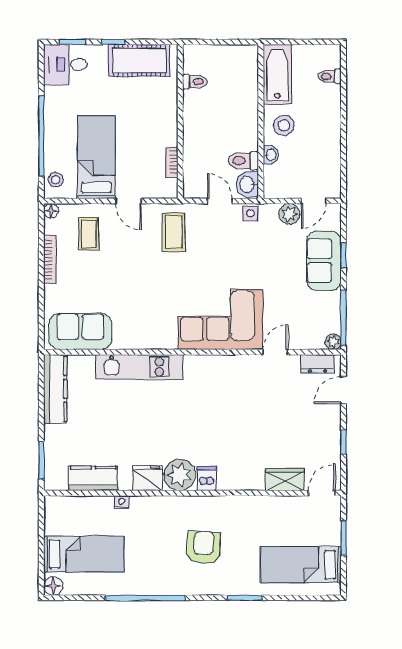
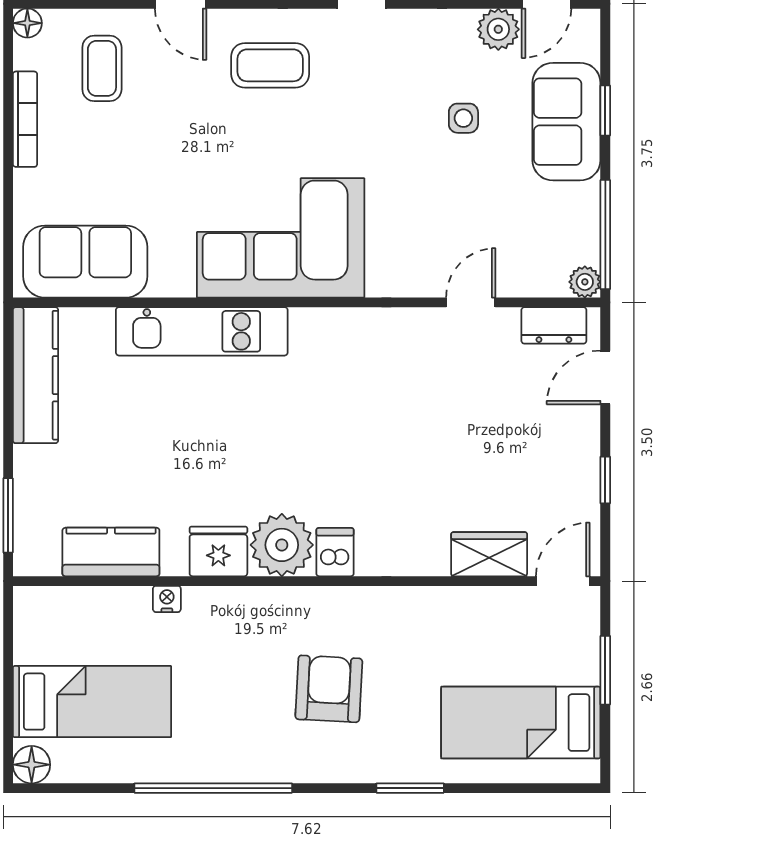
side table: (250, 213) -> (463, 118), moved
coffee table: (174, 232) -> (270, 65), turned 90
corner sofa: (220, 319) -> (281, 238), moved

